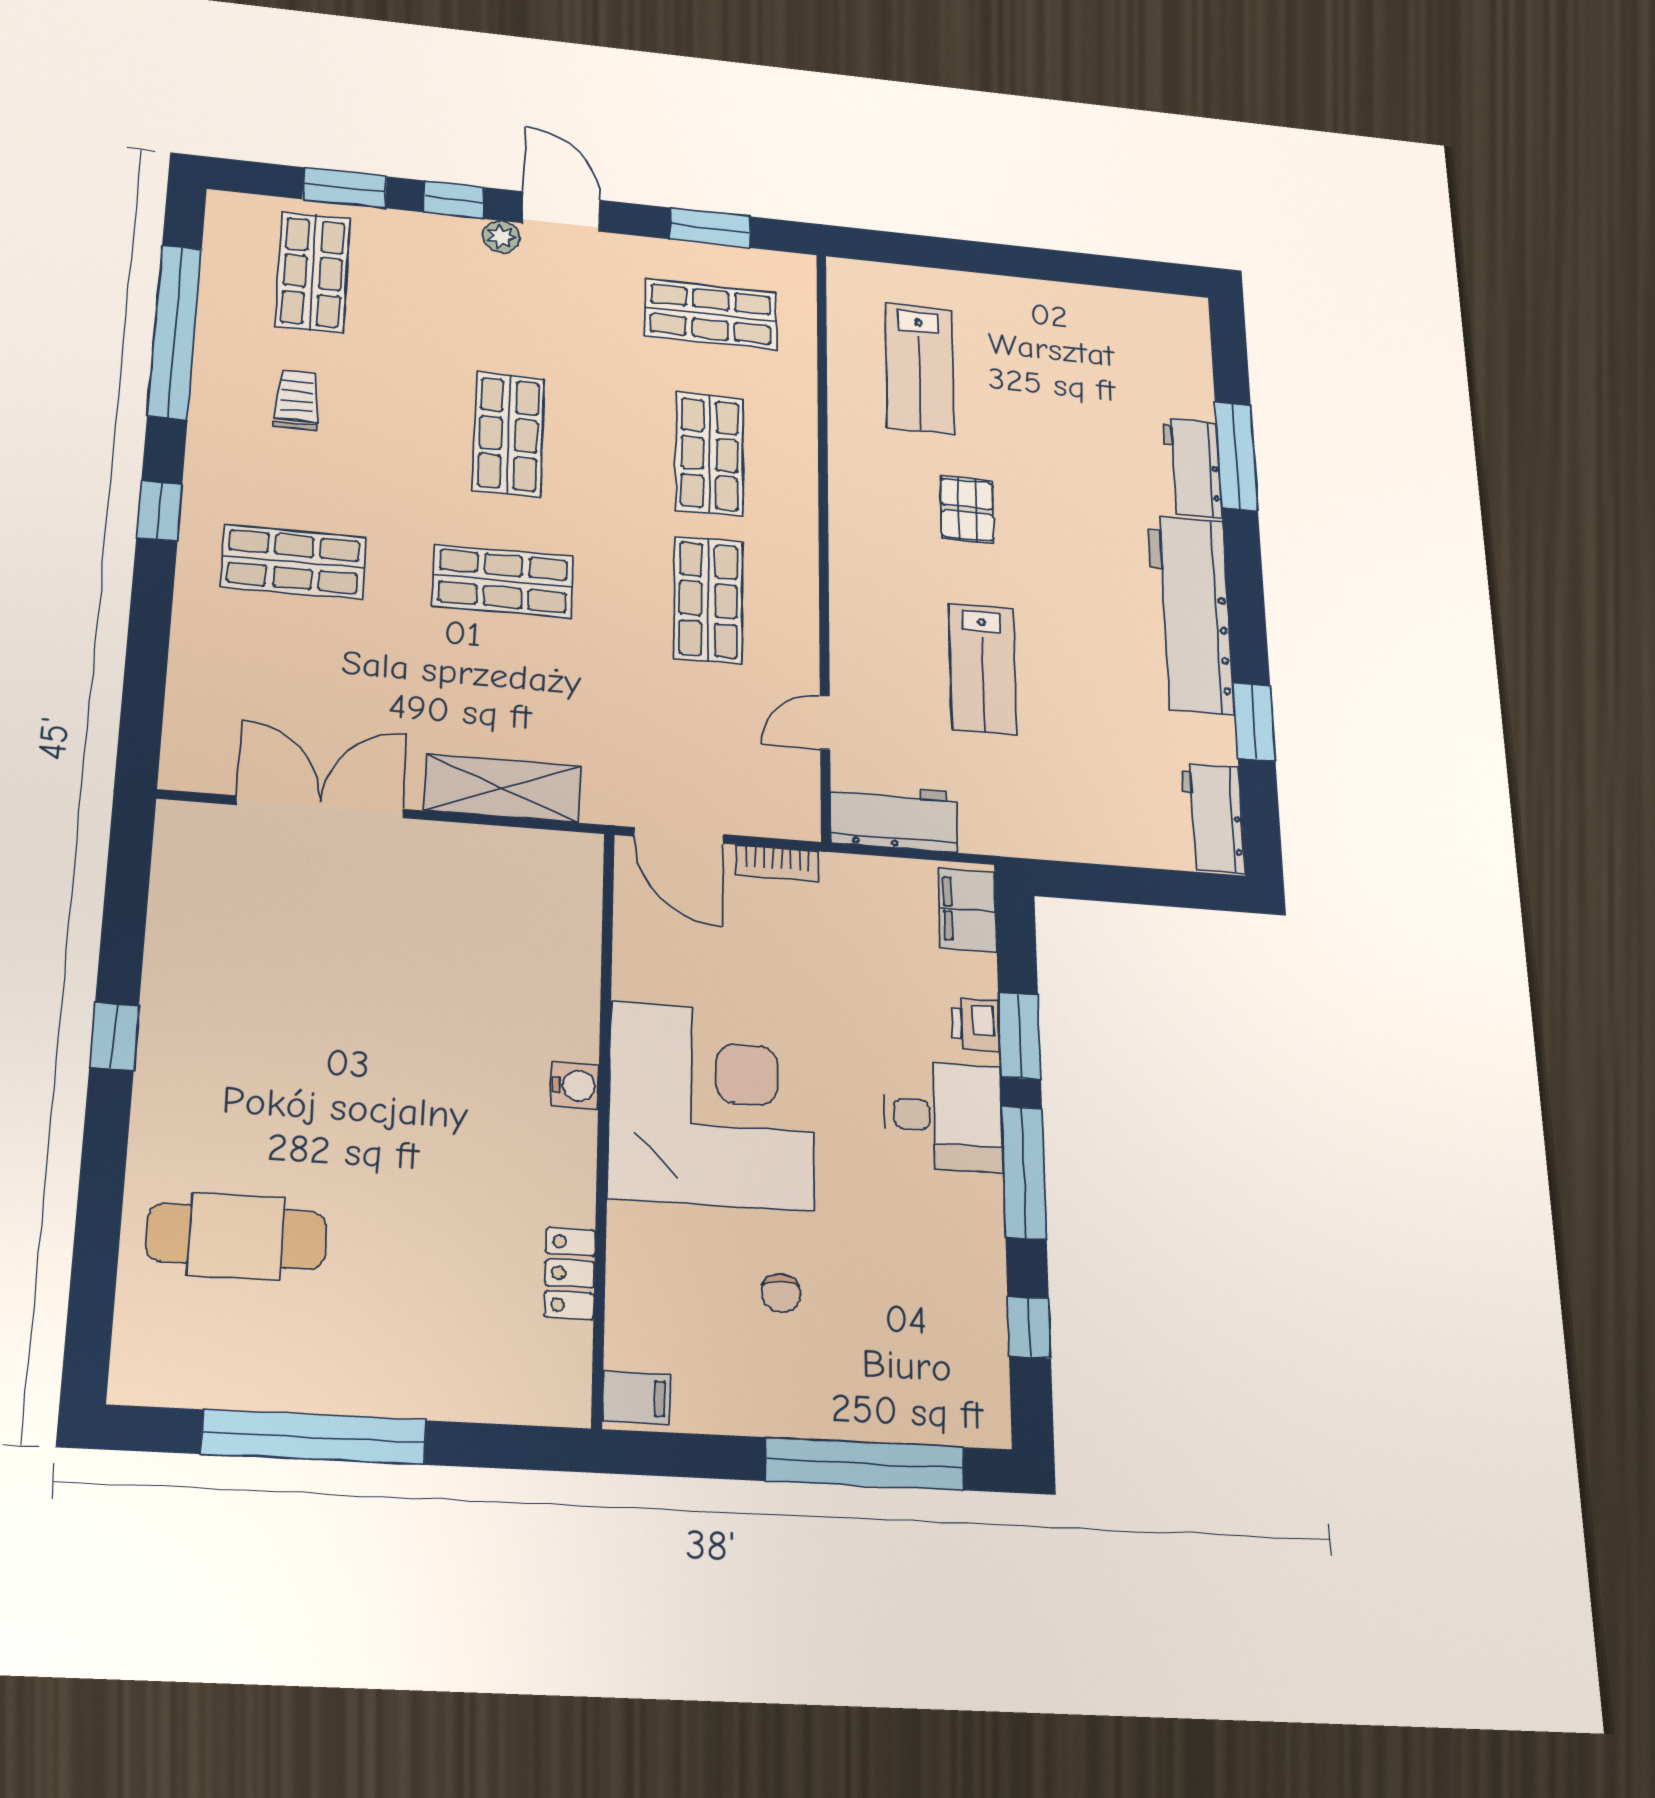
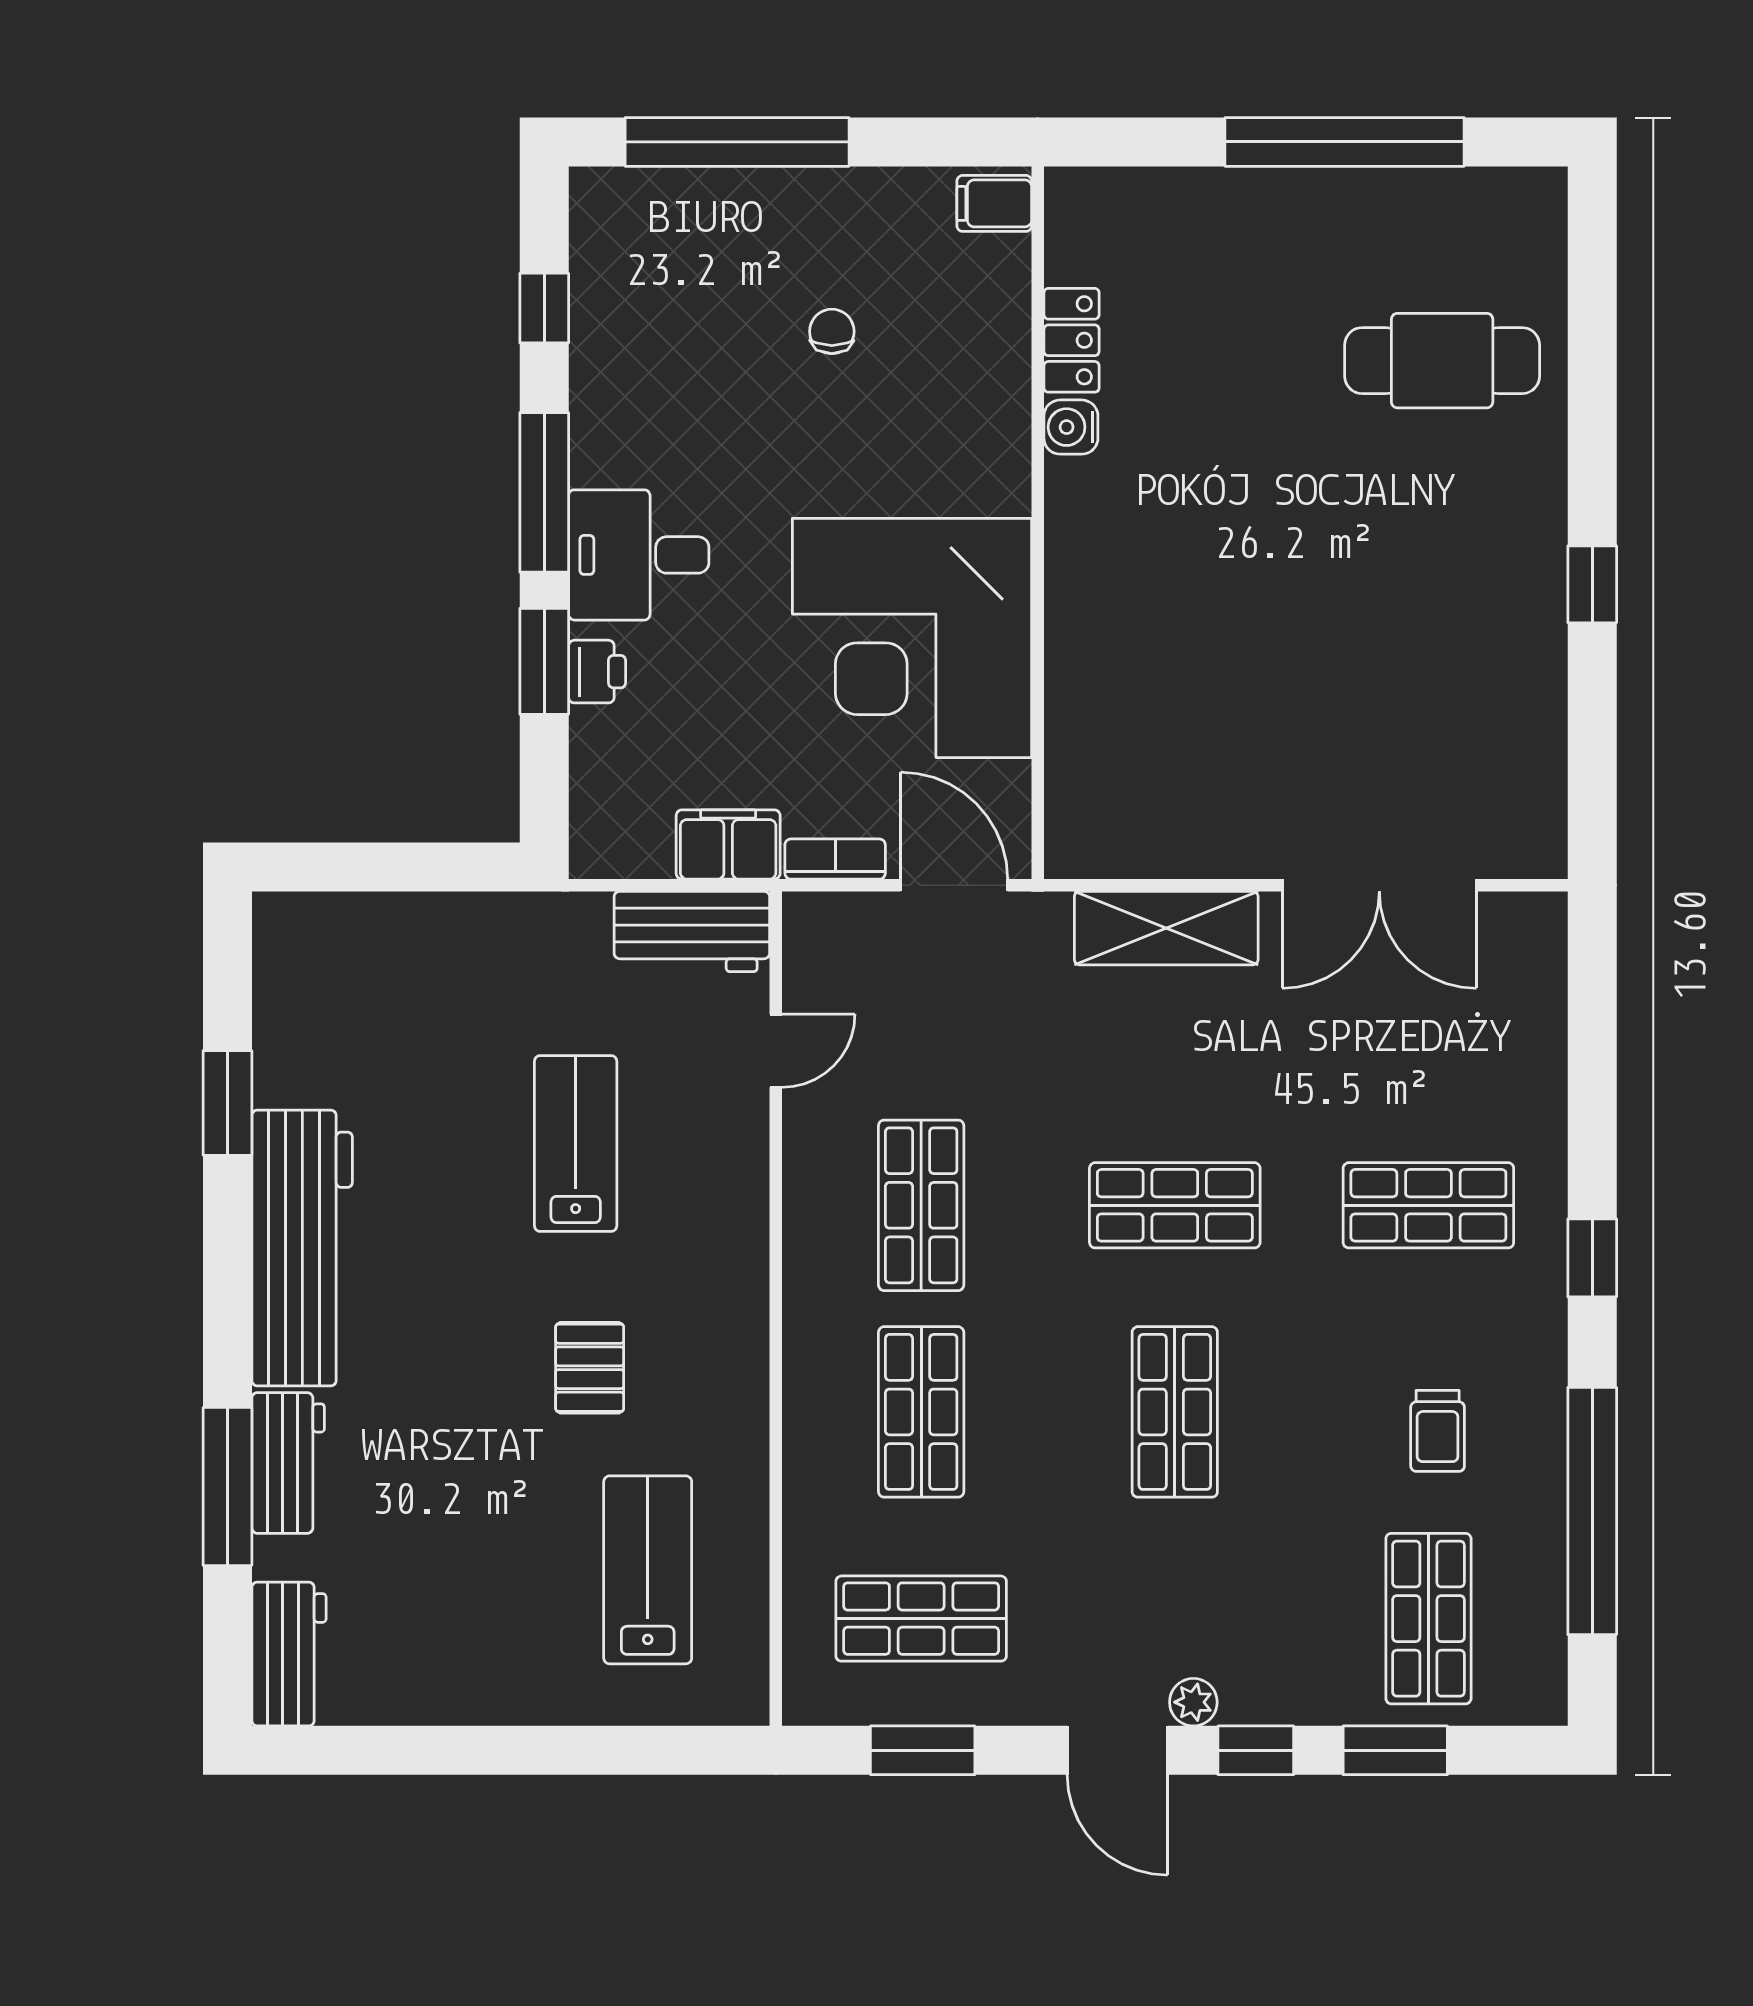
workbench: (1213, 818) -> (289, 1654), moved
filing cabinet: (968, 910) -> (728, 844), moved, turned -90
water cooler: (575, 1086) -> (1071, 427), moved
corner desk: (712, 1106) -> (912, 638), moved

